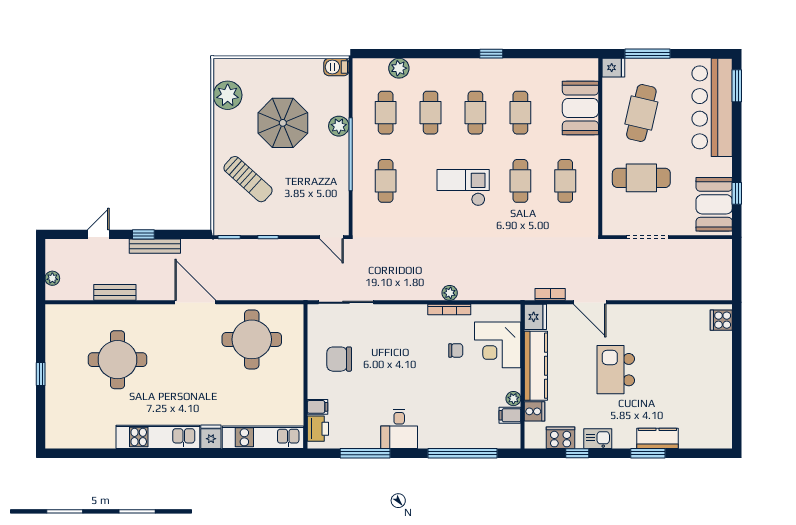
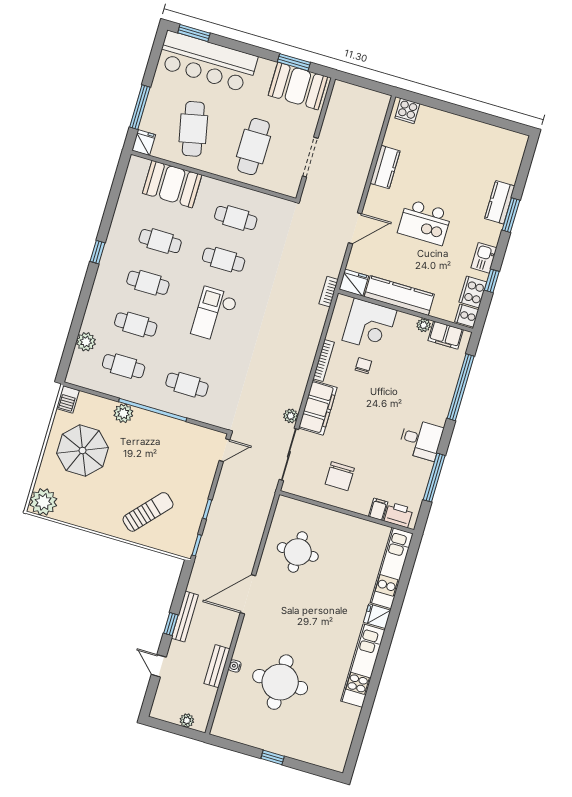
plant: (228, 95) -> (43, 502), moved
cafe table: (641, 113) -> (193, 129), turned 65
parasol: (283, 123) -> (82, 450), moved
window: (737, 193) -> (294, 62), width x1.50
plant: (450, 293) -> (291, 416), moved
bookcase: (550, 294) -> (329, 292), moved
water cooler: (120, 310) -> (235, 666), added
kitchen counter: (659, 314) -> (385, 167), added
filing cabinet: (401, 317) -> (318, 408), added
round table: (252, 339) -> (298, 552), width x0.73, depth x0.73
cooker: (534, 411) -> (467, 316), moved, turned -90
filing cabinet: (510, 415) -> (446, 335), width x2.00

